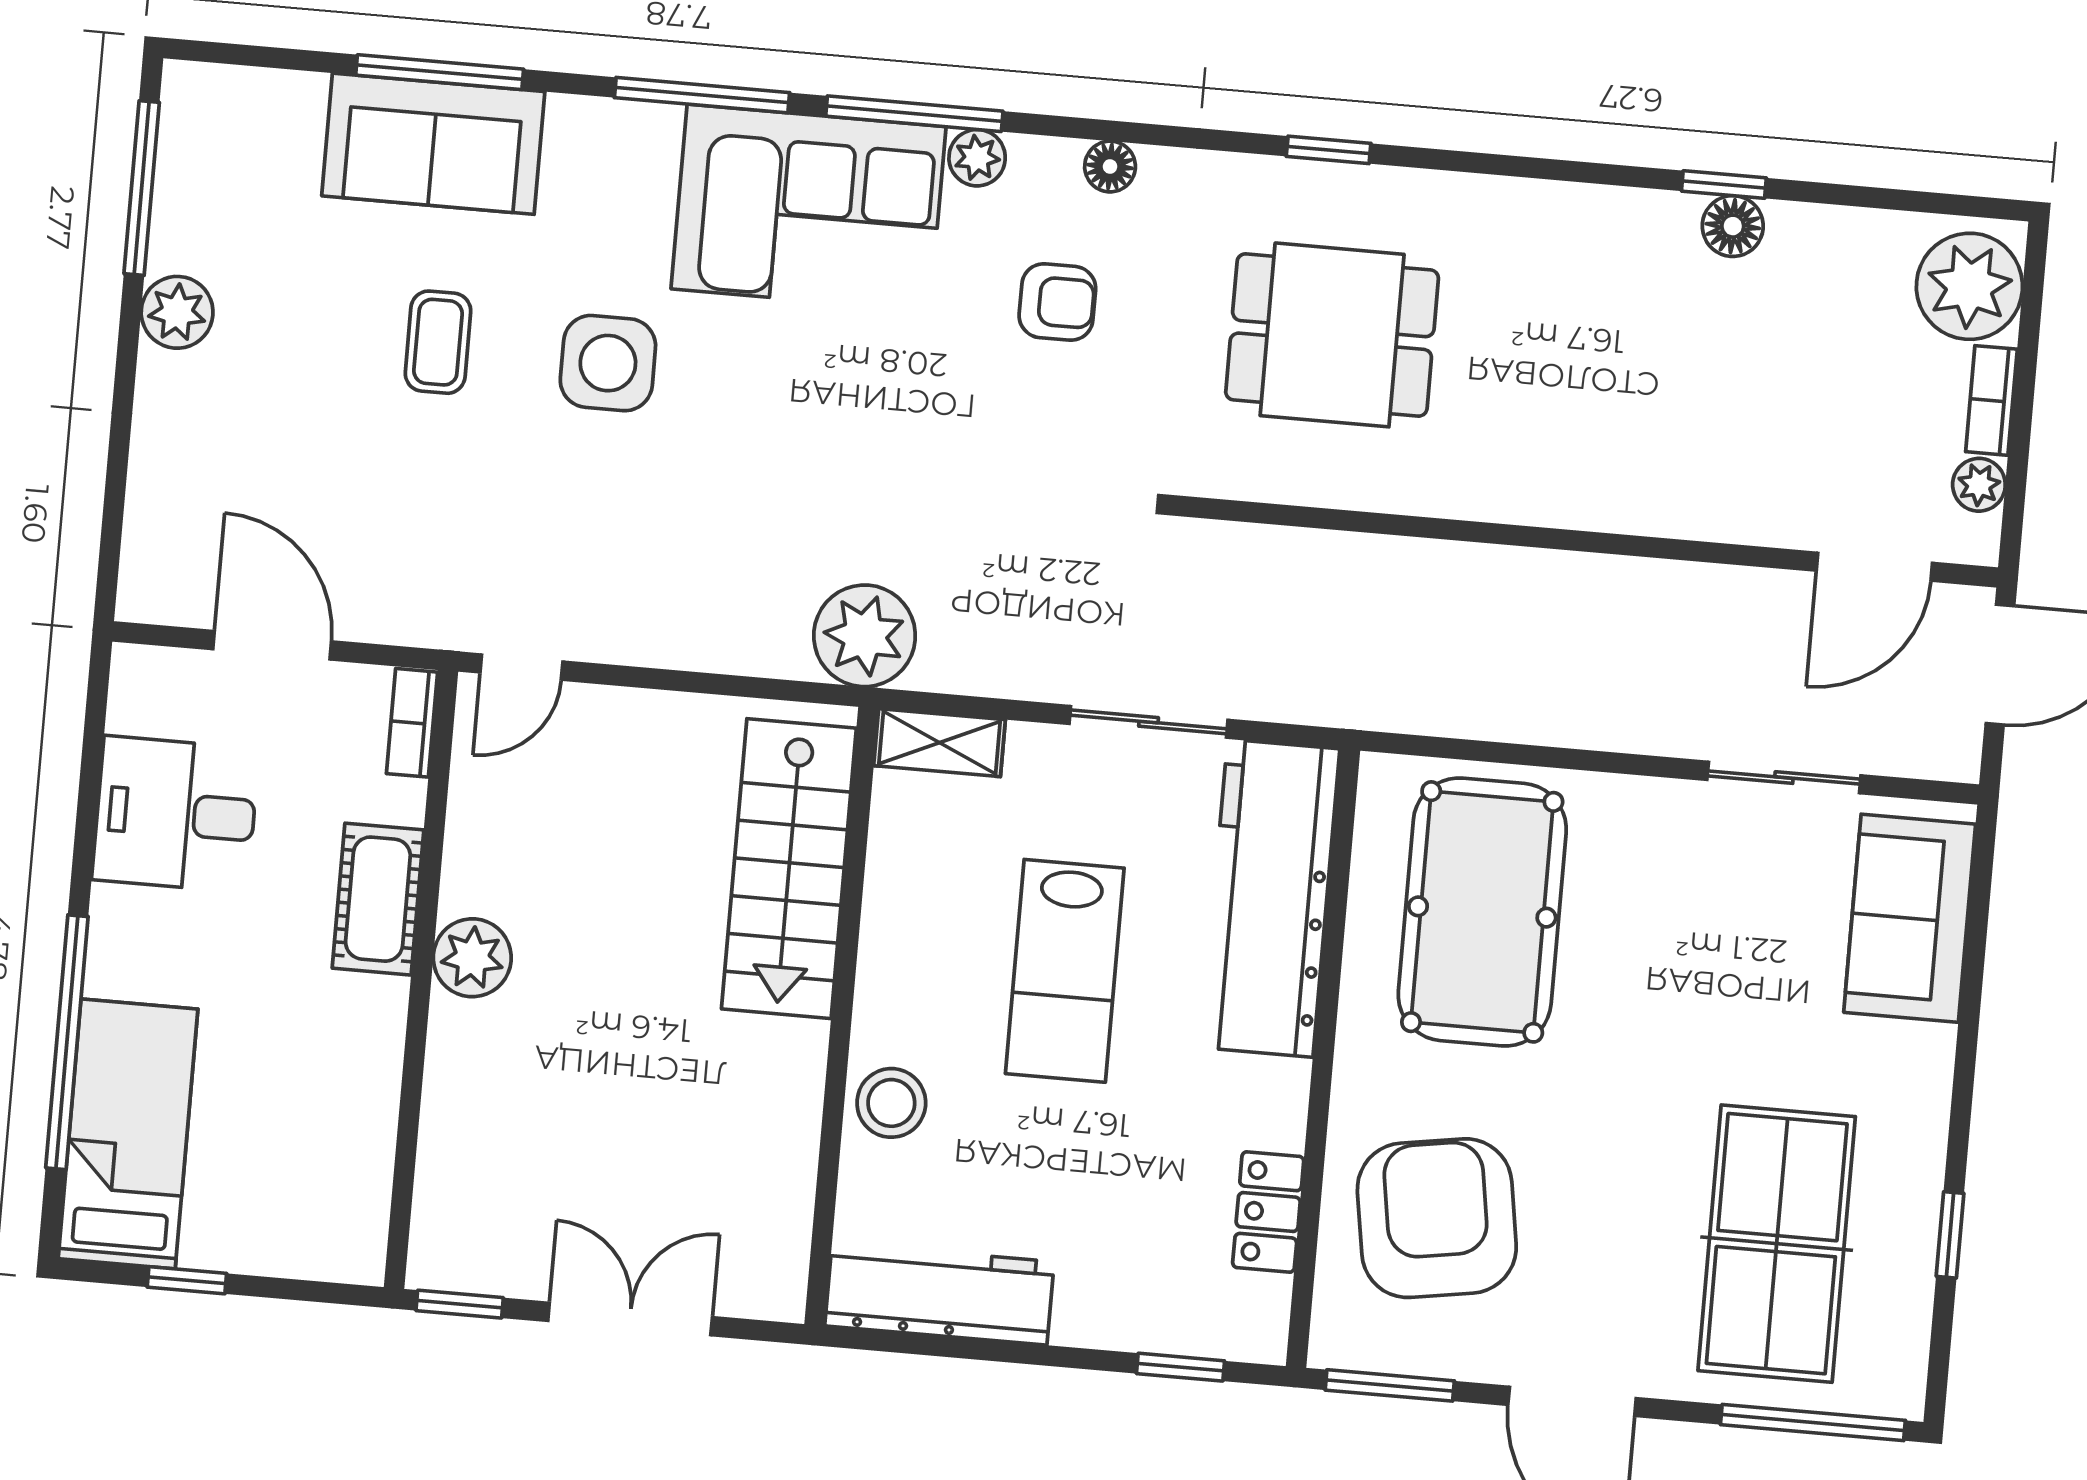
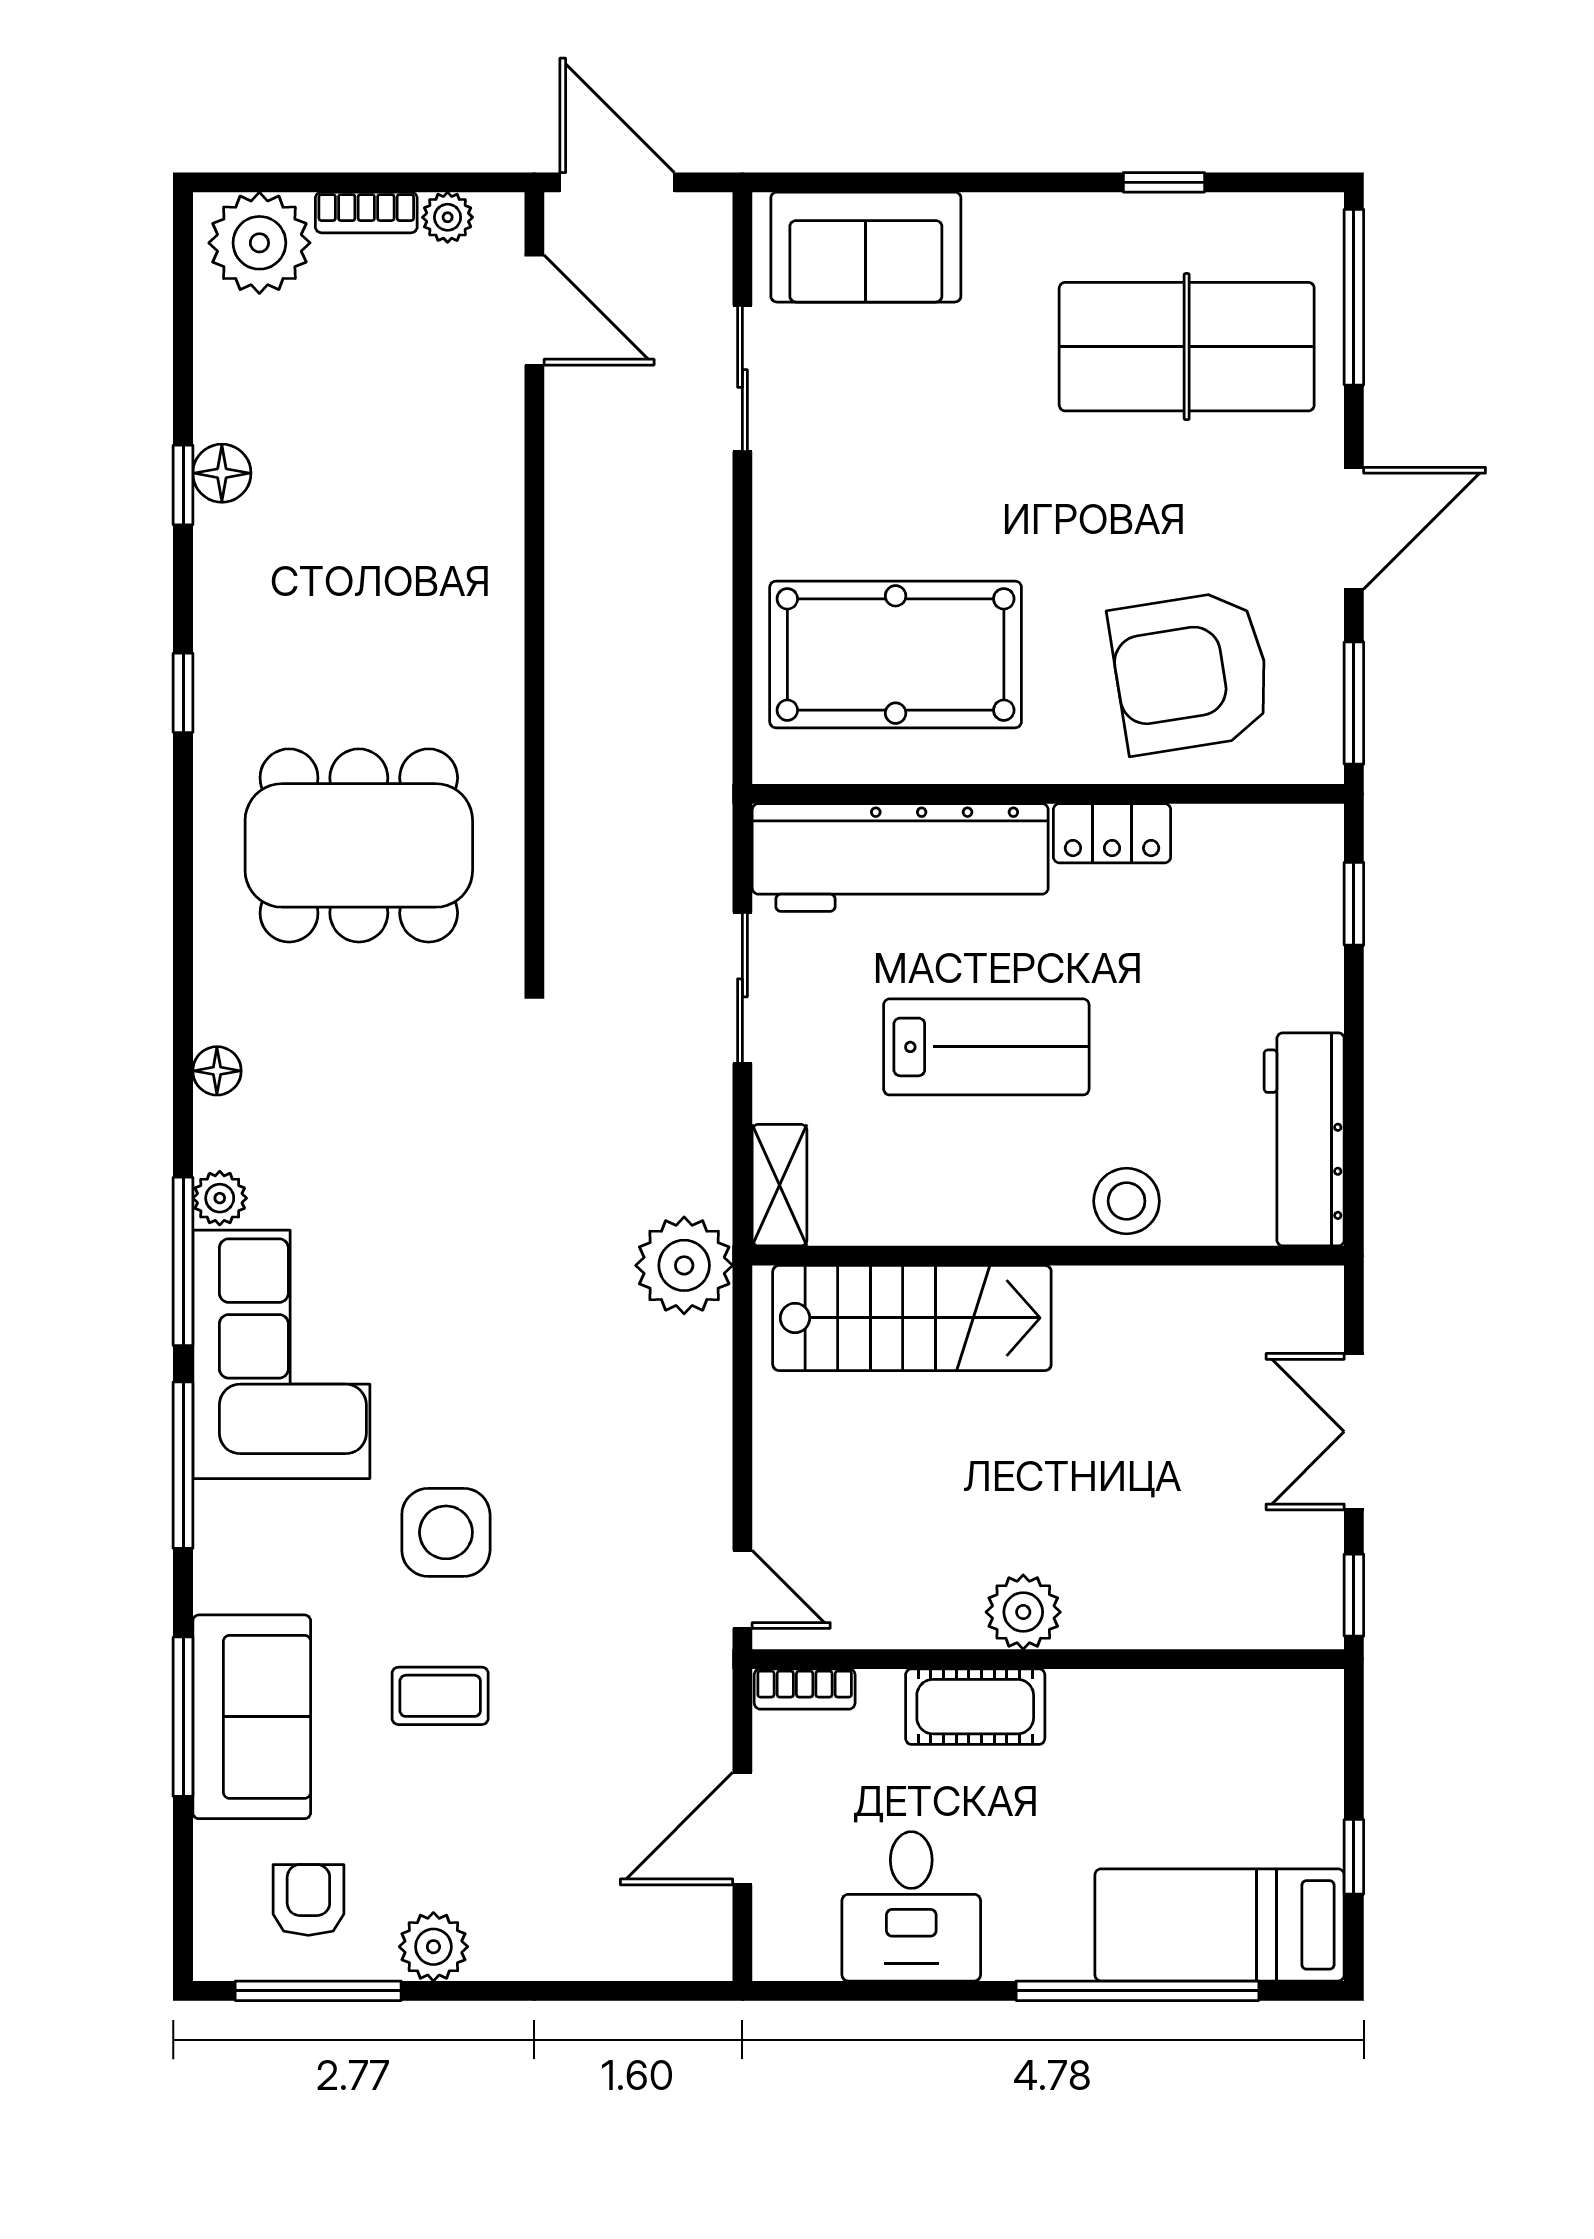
window: (1329, 150) -> (183, 693), moved
armchair: (1057, 302) -> (308, 1900), moved
dining table: (1332, 335) -> (359, 845), width x1.38
locker: (1268, 1212) -> (1112, 833), moved

